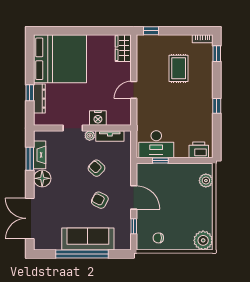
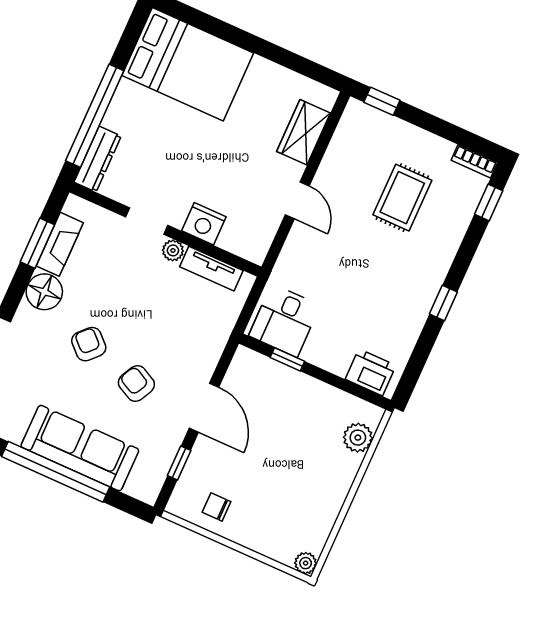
wardrobe: (123, 48) -> (304, 132), moved
bed: (60, 59) -> (188, 64), width x0.73
door: (134, 90) -> (297, 200), swing flipped
window: (30, 93) -> (95, 116), width x3.17
dresser: (39, 99) -> (98, 159), moved
desk: (156, 144) -> (284, 321), width x0.73
armchair: (97, 168) -> (89, 344), moved
plant: (203, 240) -> (306, 563), width x0.53, depth x0.53

